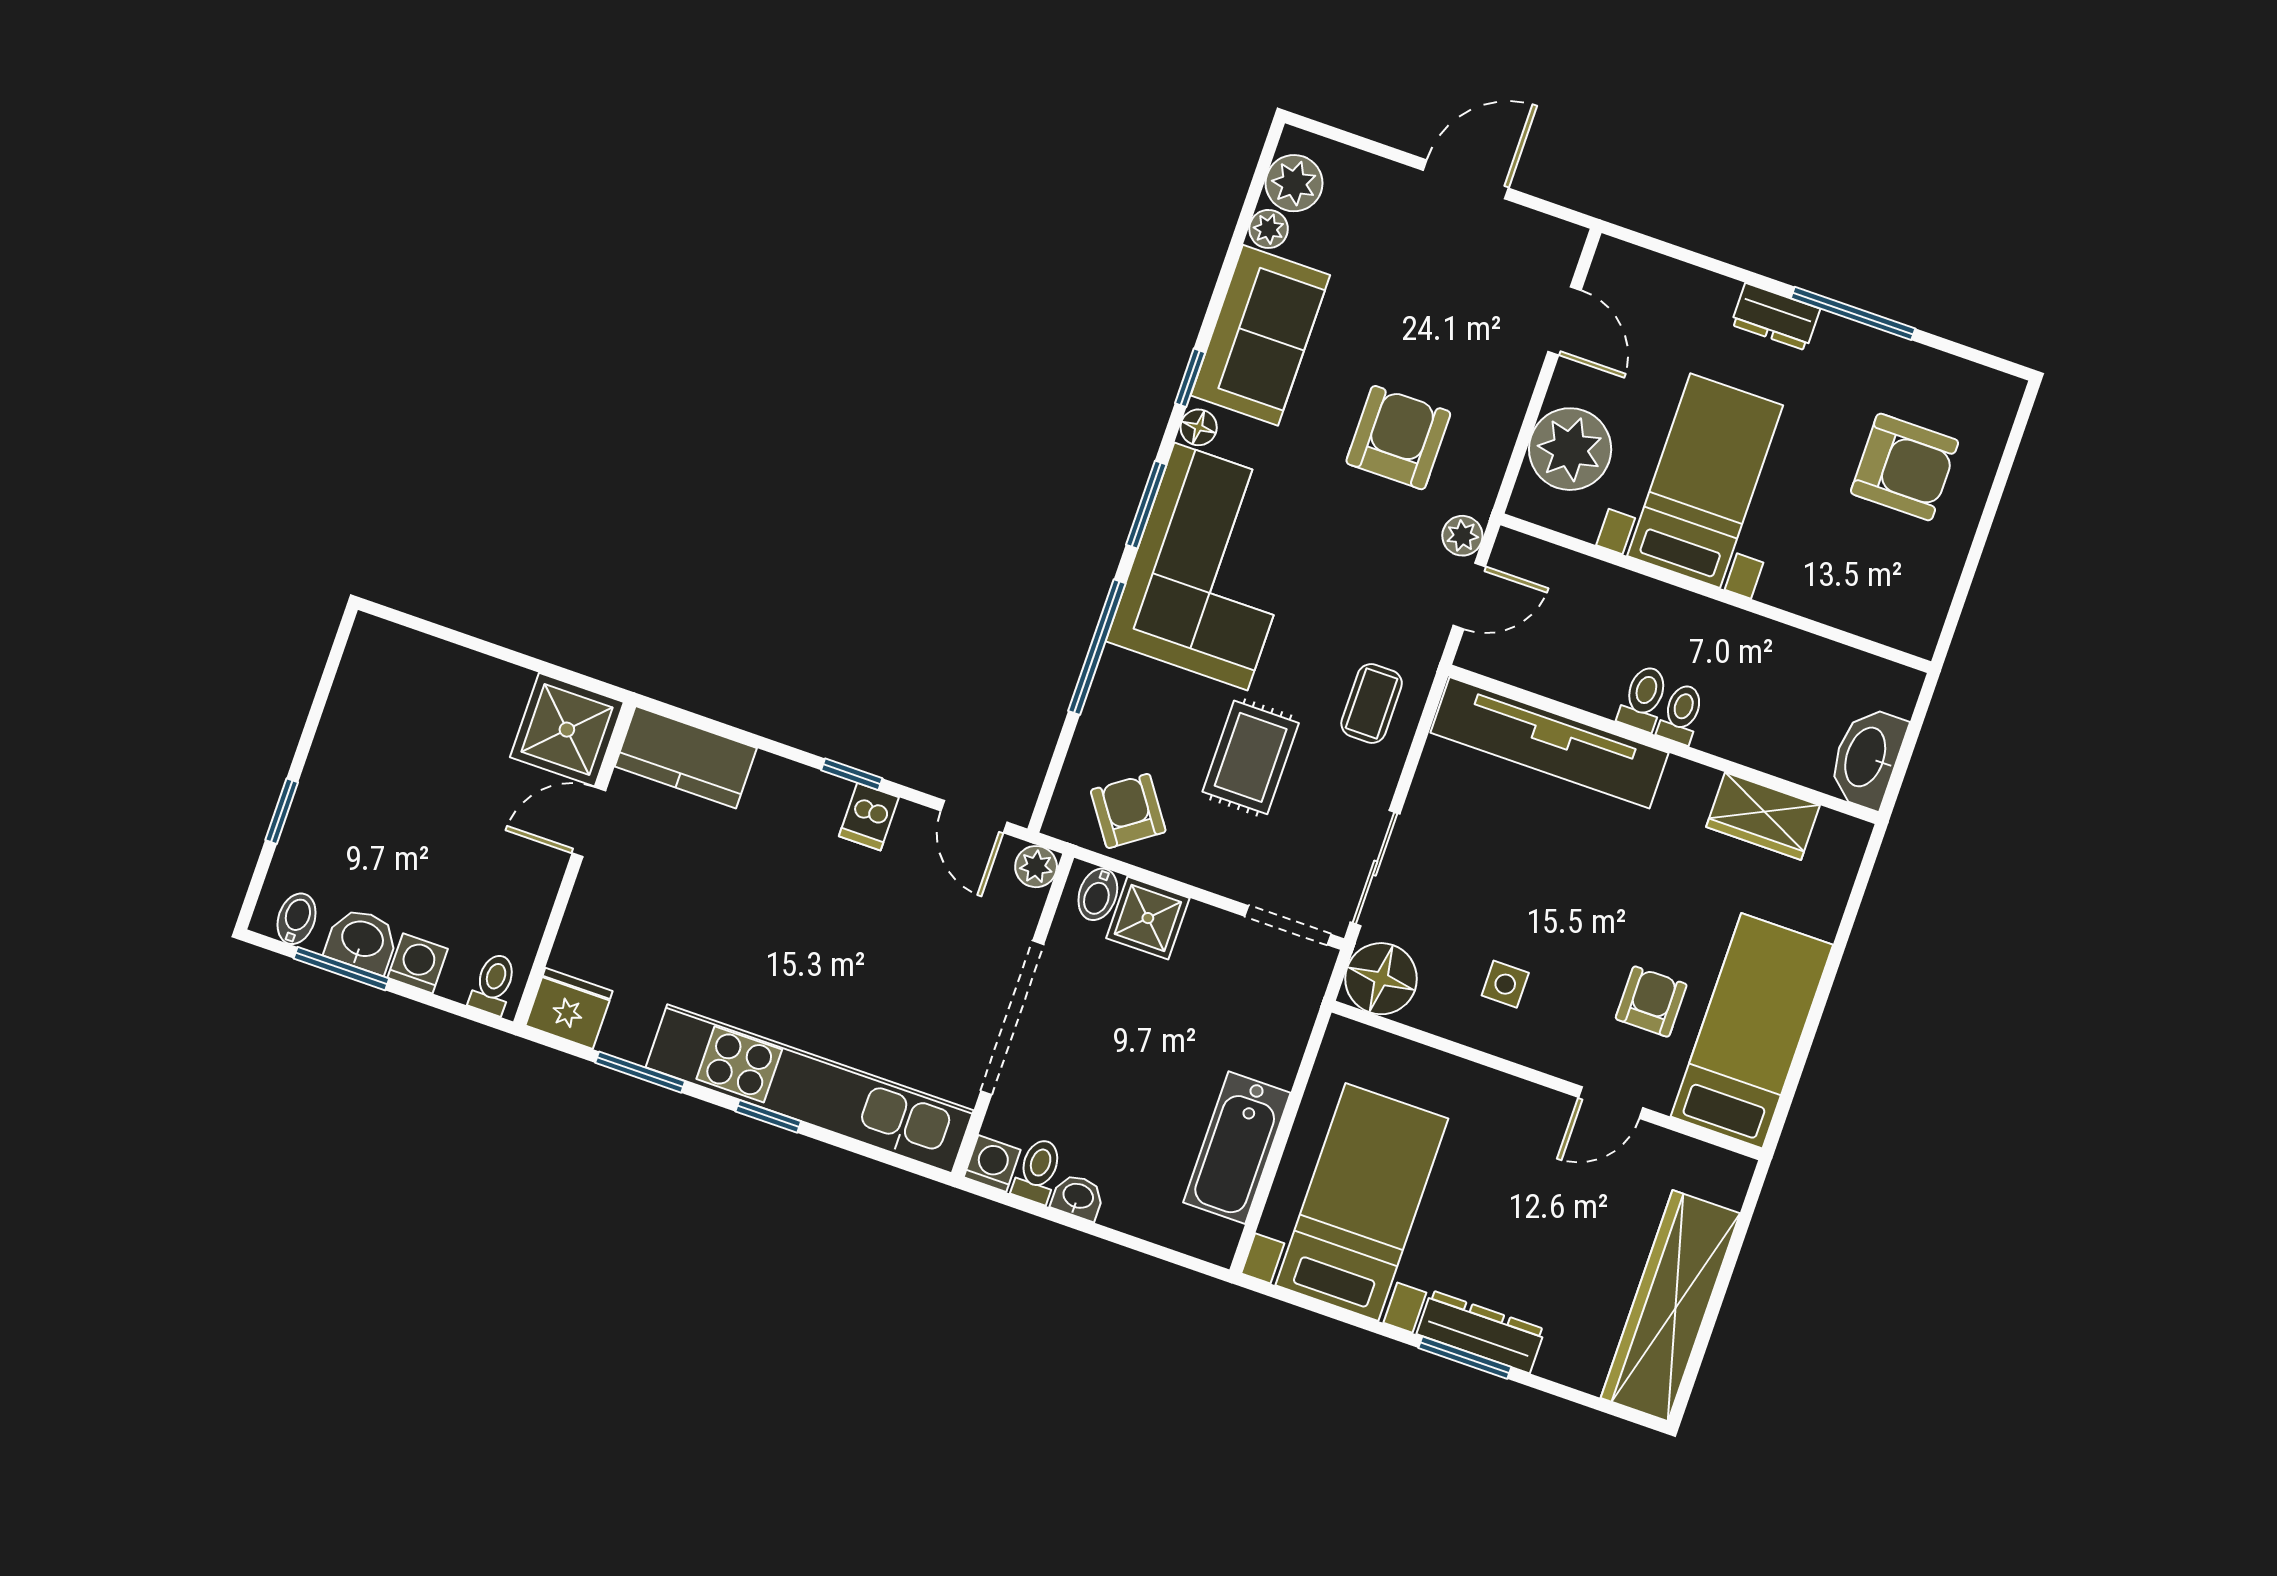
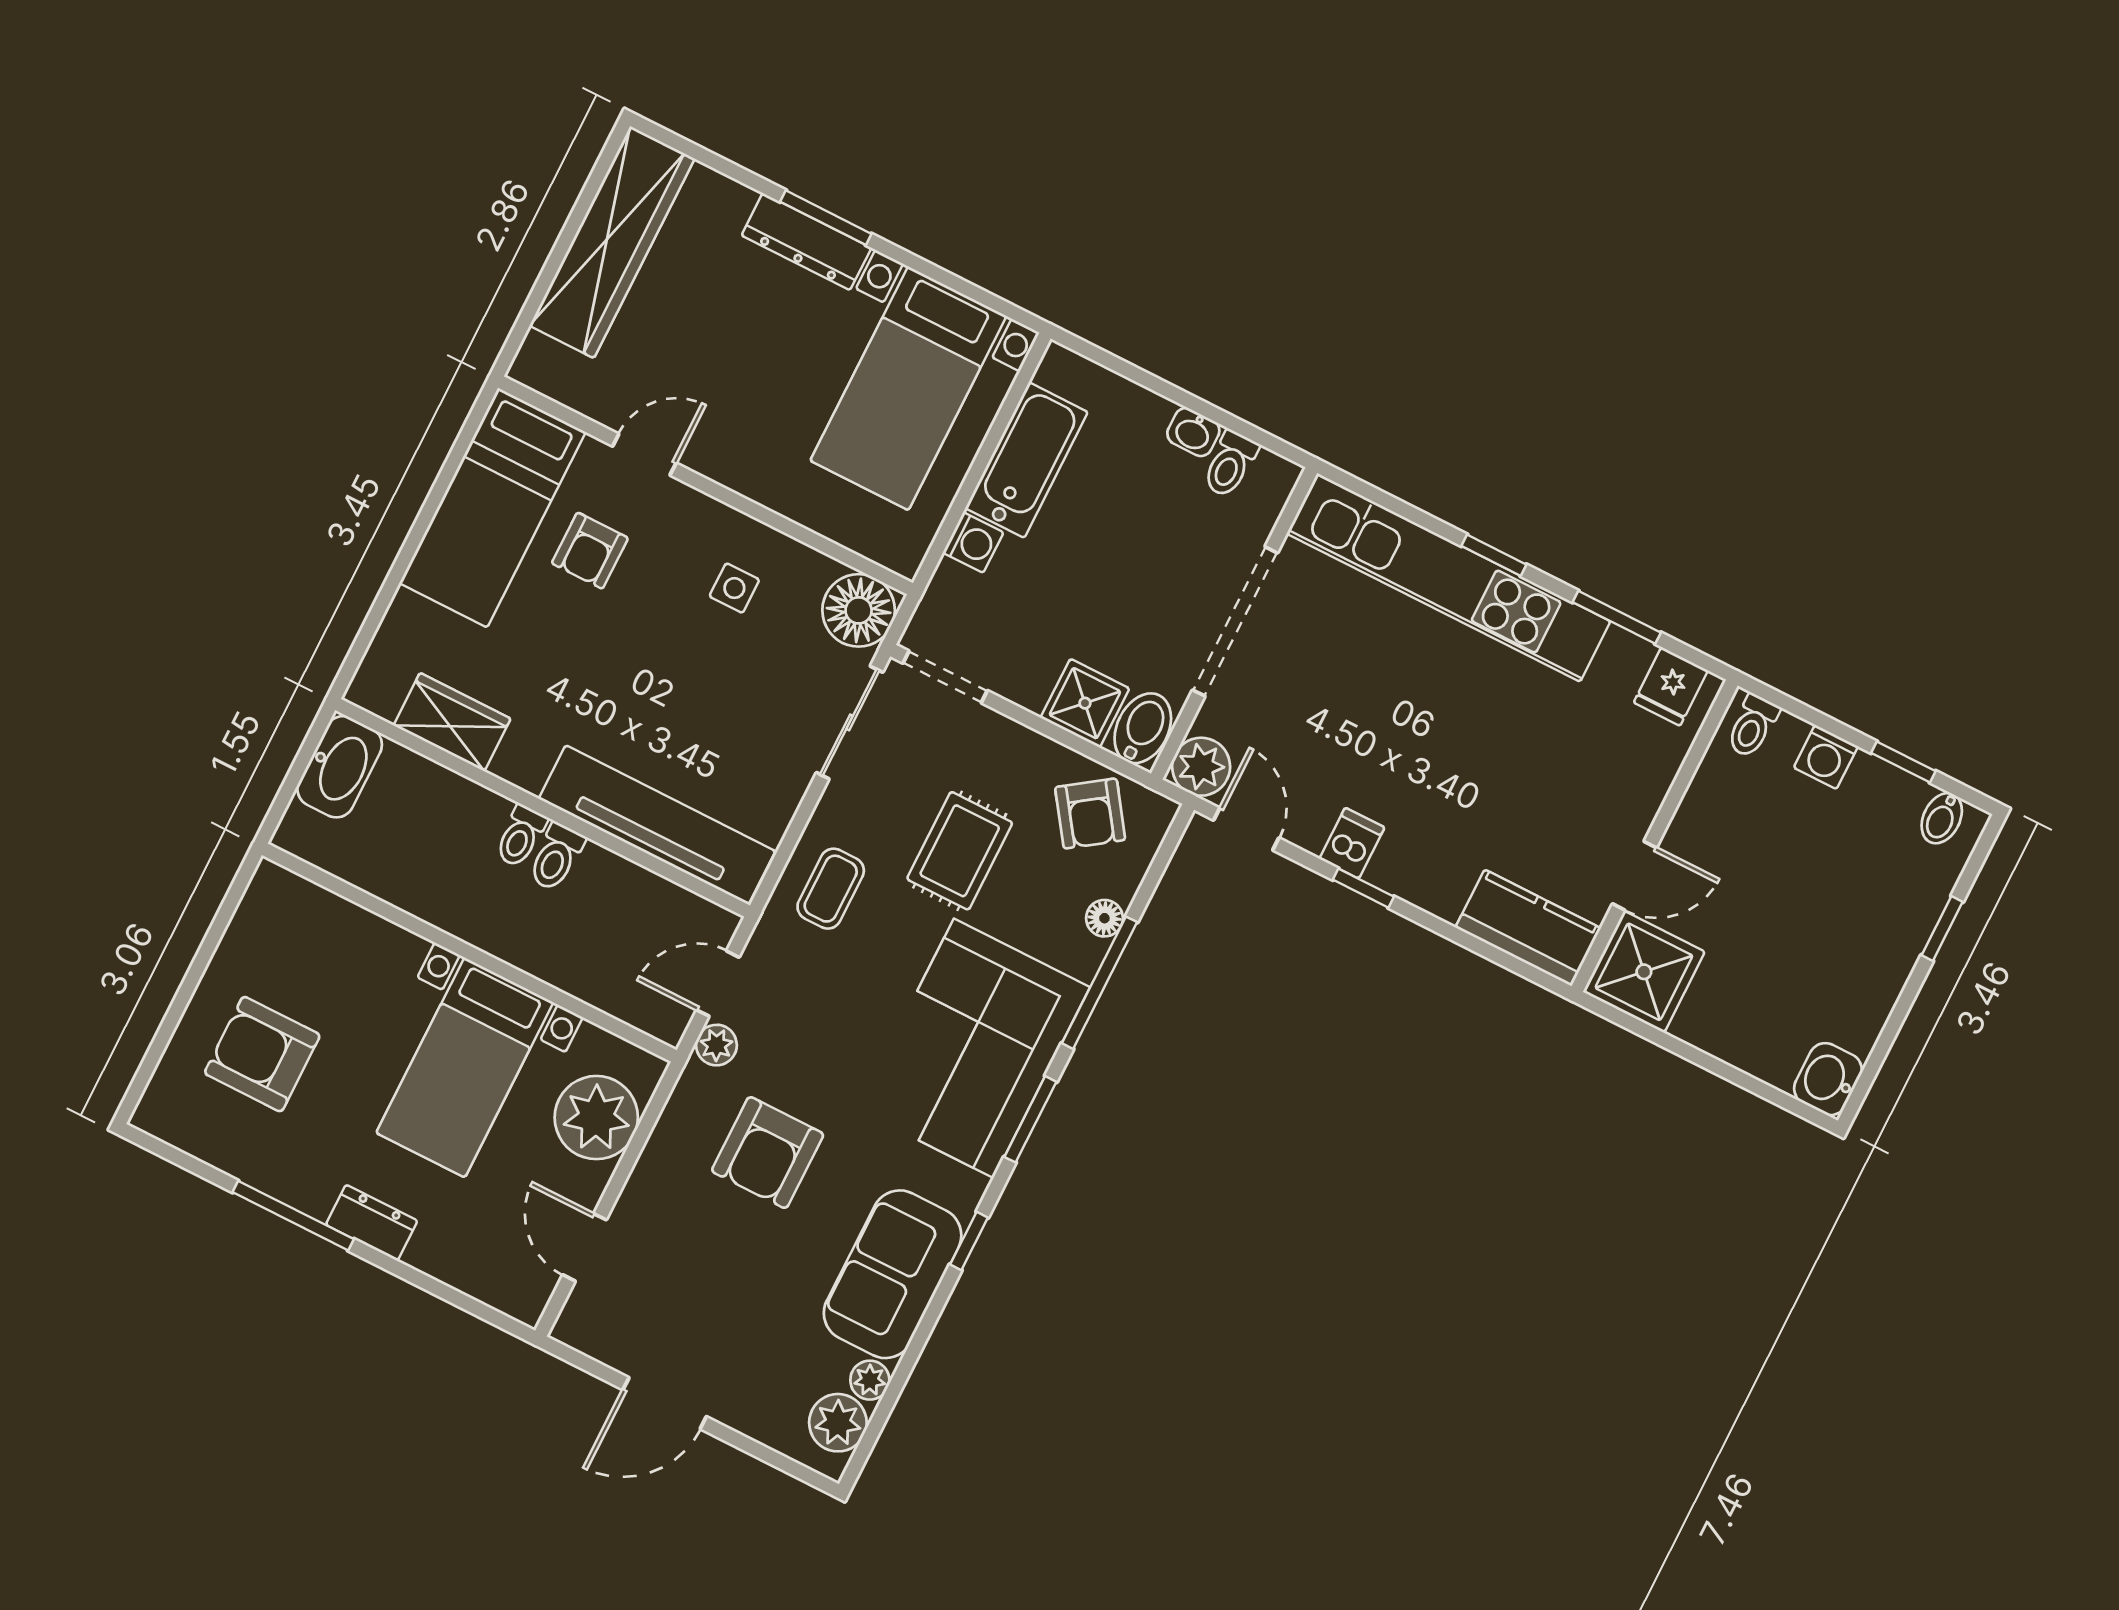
floor lamp: (1199, 427) -> (1104, 918), moved
plant: (1036, 867) -> (1201, 767), width x1.38, depth x1.38
bidet: (1098, 894) -> (1143, 728), width x1.38, depth x1.36
washbasin: (362, 940) -> (1828, 1079), moved, turned 90
window: (341, 969) -> (1903, 762), width x0.67
fridge: (569, 1008) -> (1671, 687), width x0.72
washing machine: (992, 1164) -> (973, 542), moved, turned -90

